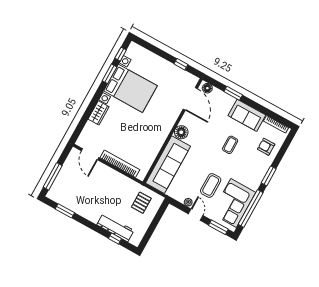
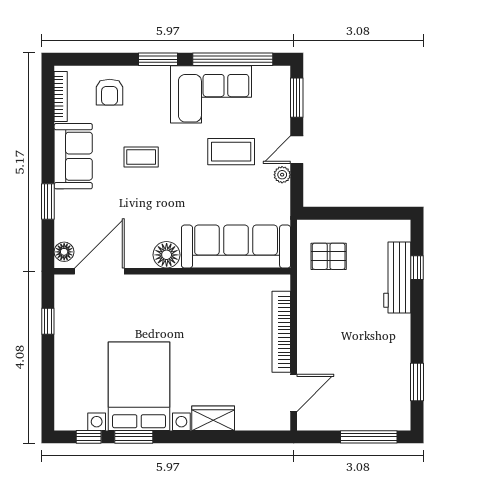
corner sofa: (234, 203) -> (211, 94), moved

